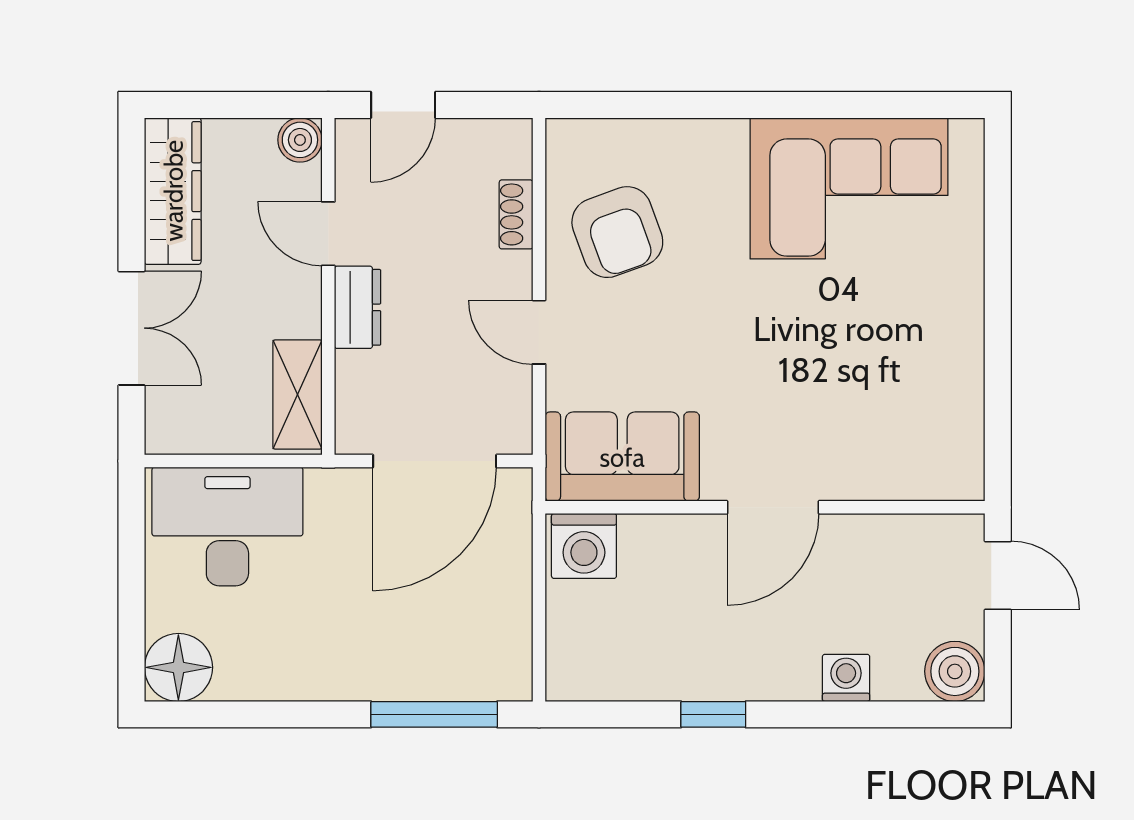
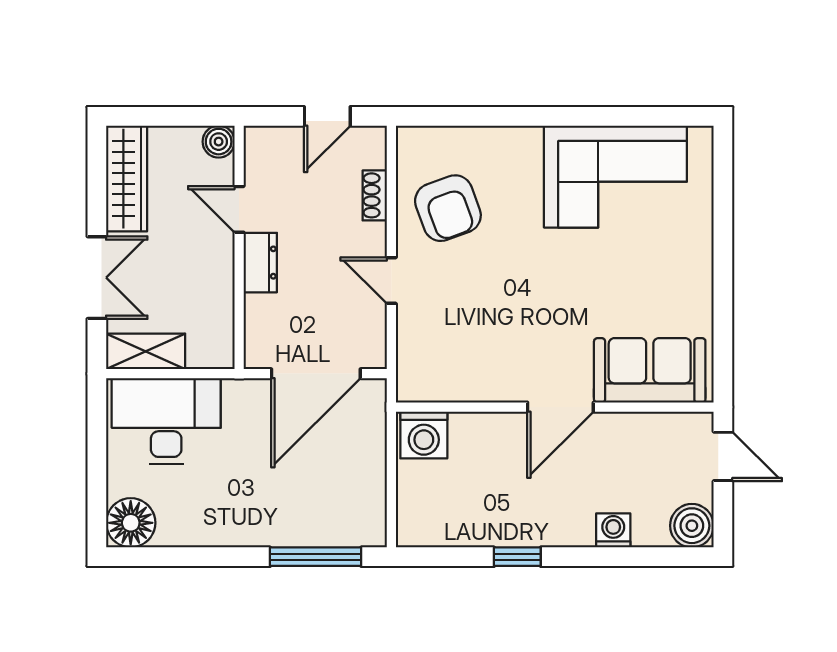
door: (403, 105) -> (327, 116), moved
shelving: (298, 394) -> (146, 351), moved, turned 90
sofa: (622, 457) -> (650, 370), moved

